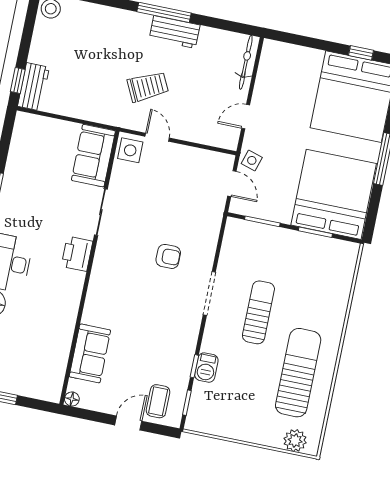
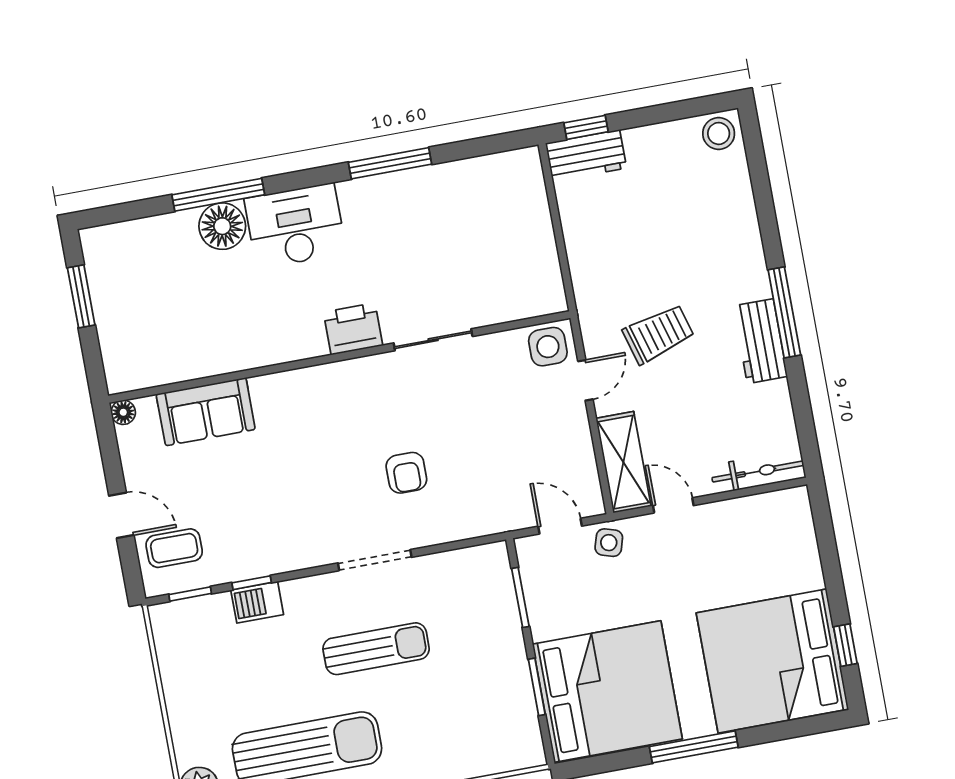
trolley: (148, 87) -> (658, 334), turned -80
shelving: (211, 134) -> (623, 462), added
sofa: (93, 156) -> (517, 292), removed
door: (232, 184) -> (560, 526), swing flipped

